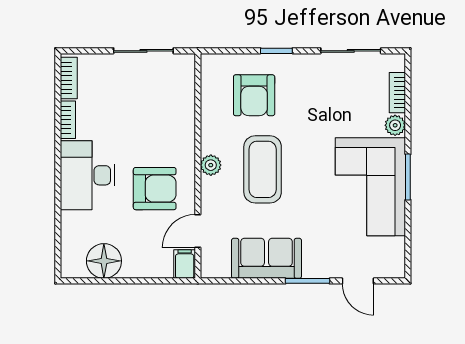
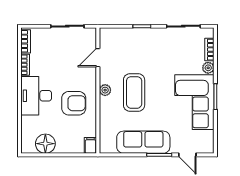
armchair: (254, 95) -> (129, 51), removed
door: (198, 231) -> (98, 58), moved
sofa: (267, 258) -> (143, 142), width x1.36

